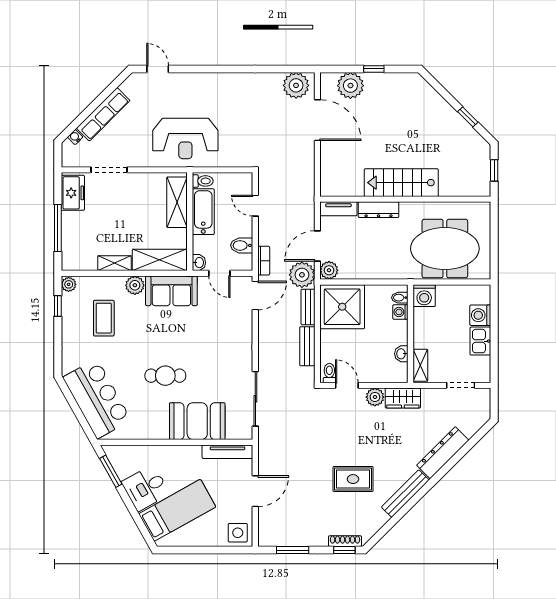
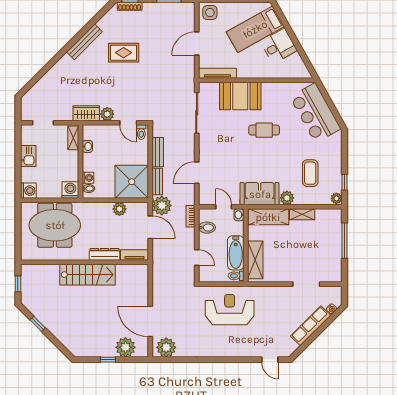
reception desk: (185, 139) -> (230, 310), moved
freezer: (73, 193) -> (333, 267), removed
door: (317, 246) -> (150, 227), hinge flipped
plant: (329, 270) -> (119, 209), moved
door: (255, 295) -> (197, 173), moved
washing machine: (480, 315) -> (28, 191), moved
dresser: (443, 453) -> (56, 72), removed
window: (111, 471) -> (305, 59), removed

